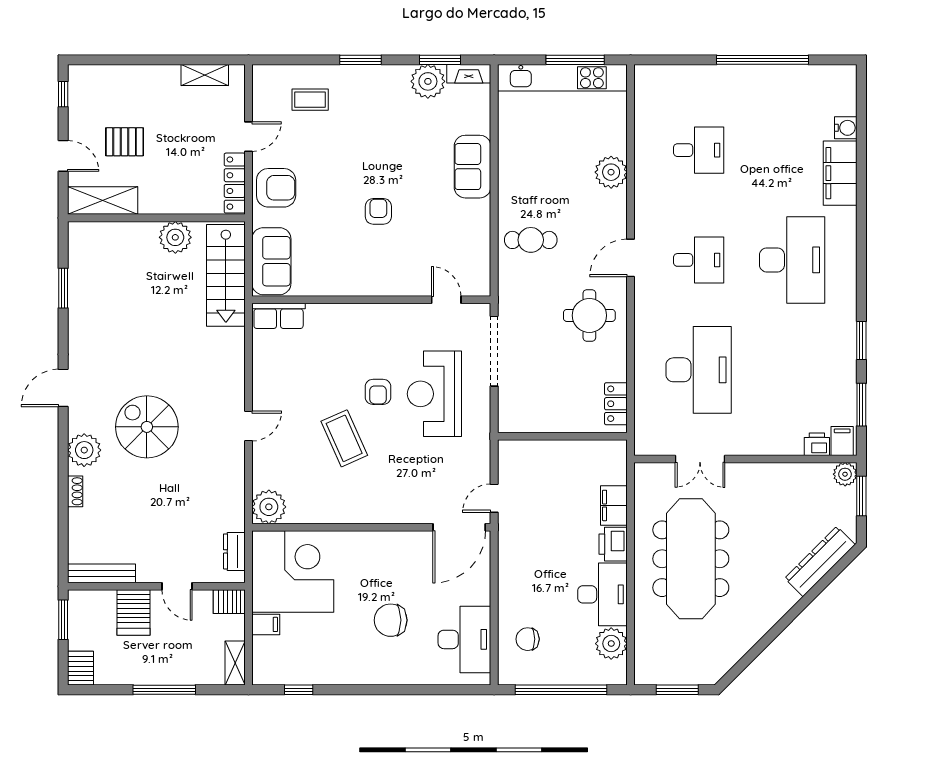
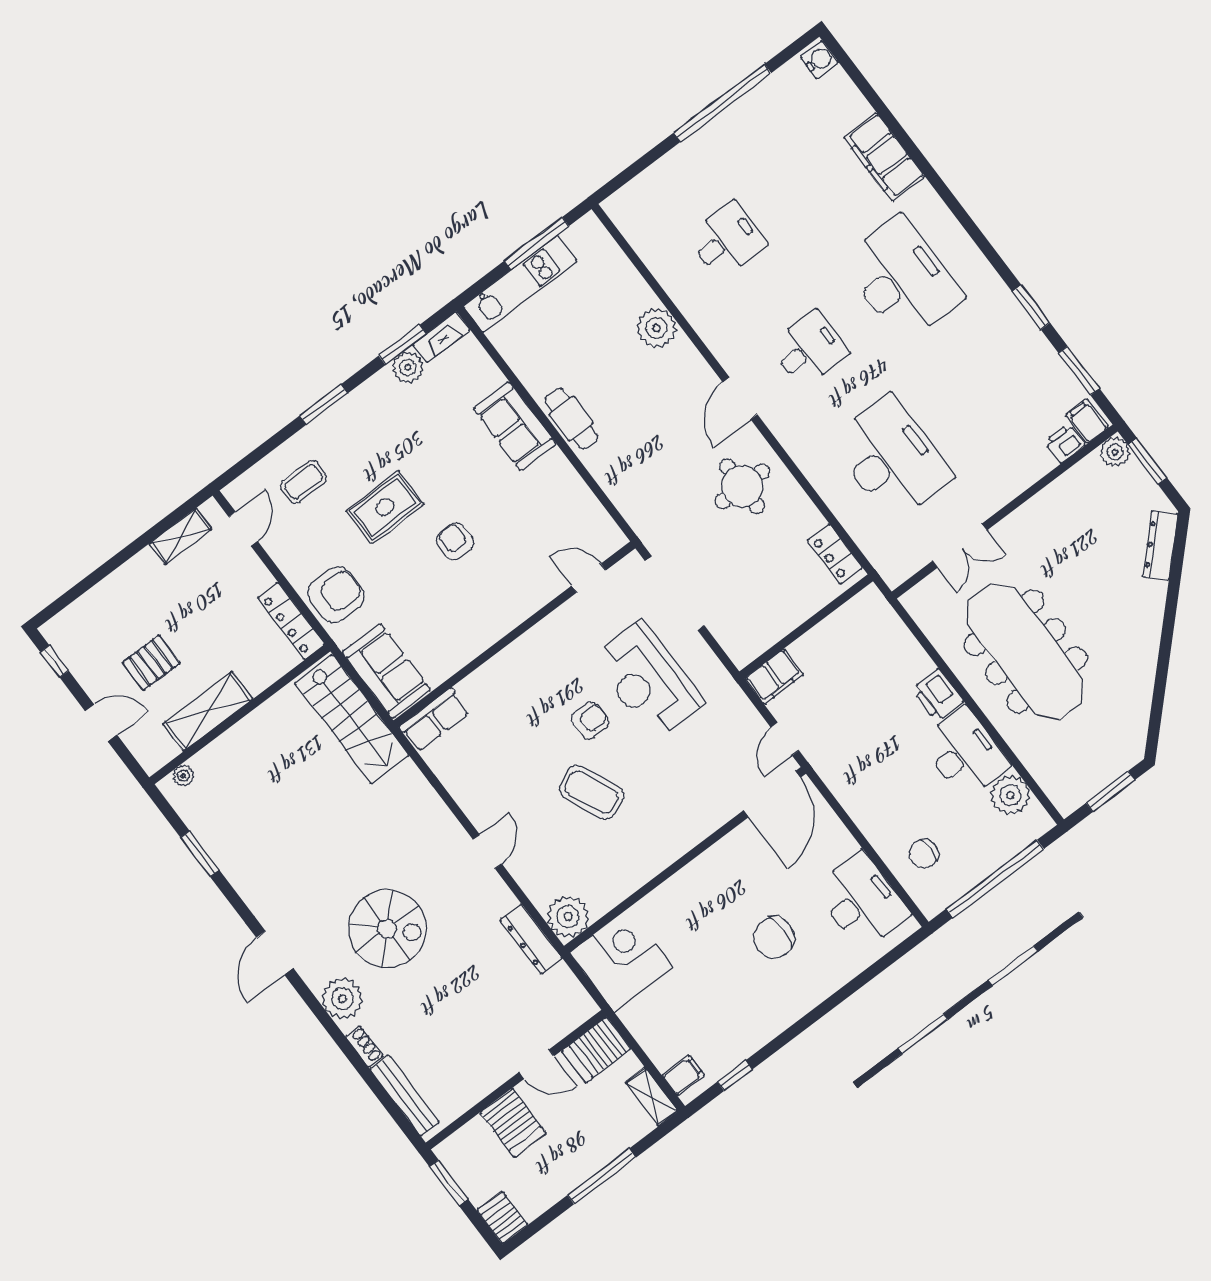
kitchen unit: (562, 78) -> (520, 284), width x0.73
plant: (428, 81) -> (408, 367), width x0.73, depth x0.73
water cooler: (846, 128) -> (819, 60), moved
door: (248, 137) -> (243, 529), moved
rug: (350, 156) -> (385, 507), added
shelving: (103, 201) -> (208, 711), moved
plant: (175, 237) -> (183, 776), moved, width x0.53, depth x0.53
cafe table: (531, 240) -> (571, 419), moved, turned 90
armchair: (378, 392) -> (590, 721), turned -90
spiral stairs: (147, 427) -> (387, 929), turned 180
filing cabinet: (614, 505) -> (774, 677), moved, turned -90
dresser: (234, 551) -> (531, 939), moved, width x1.44
dresser: (820, 561) -> (1160, 546), width x0.73, depth x0.80
corner desk: (293, 571) -> (621, 960), width x0.74, depth x0.74
bench: (102, 573) -> (405, 1096), moved, turned 90
server rack: (229, 602) -> (596, 1050), width x1.36, depth x1.44
filing cabinet: (266, 624) -> (683, 1075), moved

